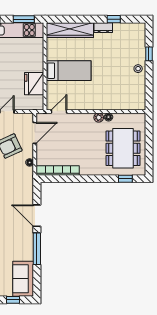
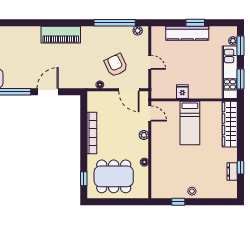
dresser: (103, 28) -> (232, 172), moved
window: (149, 54) -> (178, 202), moved
fridge: (34, 84) -> (182, 92), width x0.53, depth x0.75
plant: (99, 118) -> (144, 135), moved
bookcase: (58, 170) -> (92, 133), moved

